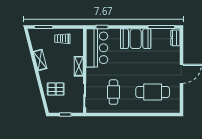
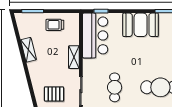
pallet: (56, 89) -> (54, 94), moved

